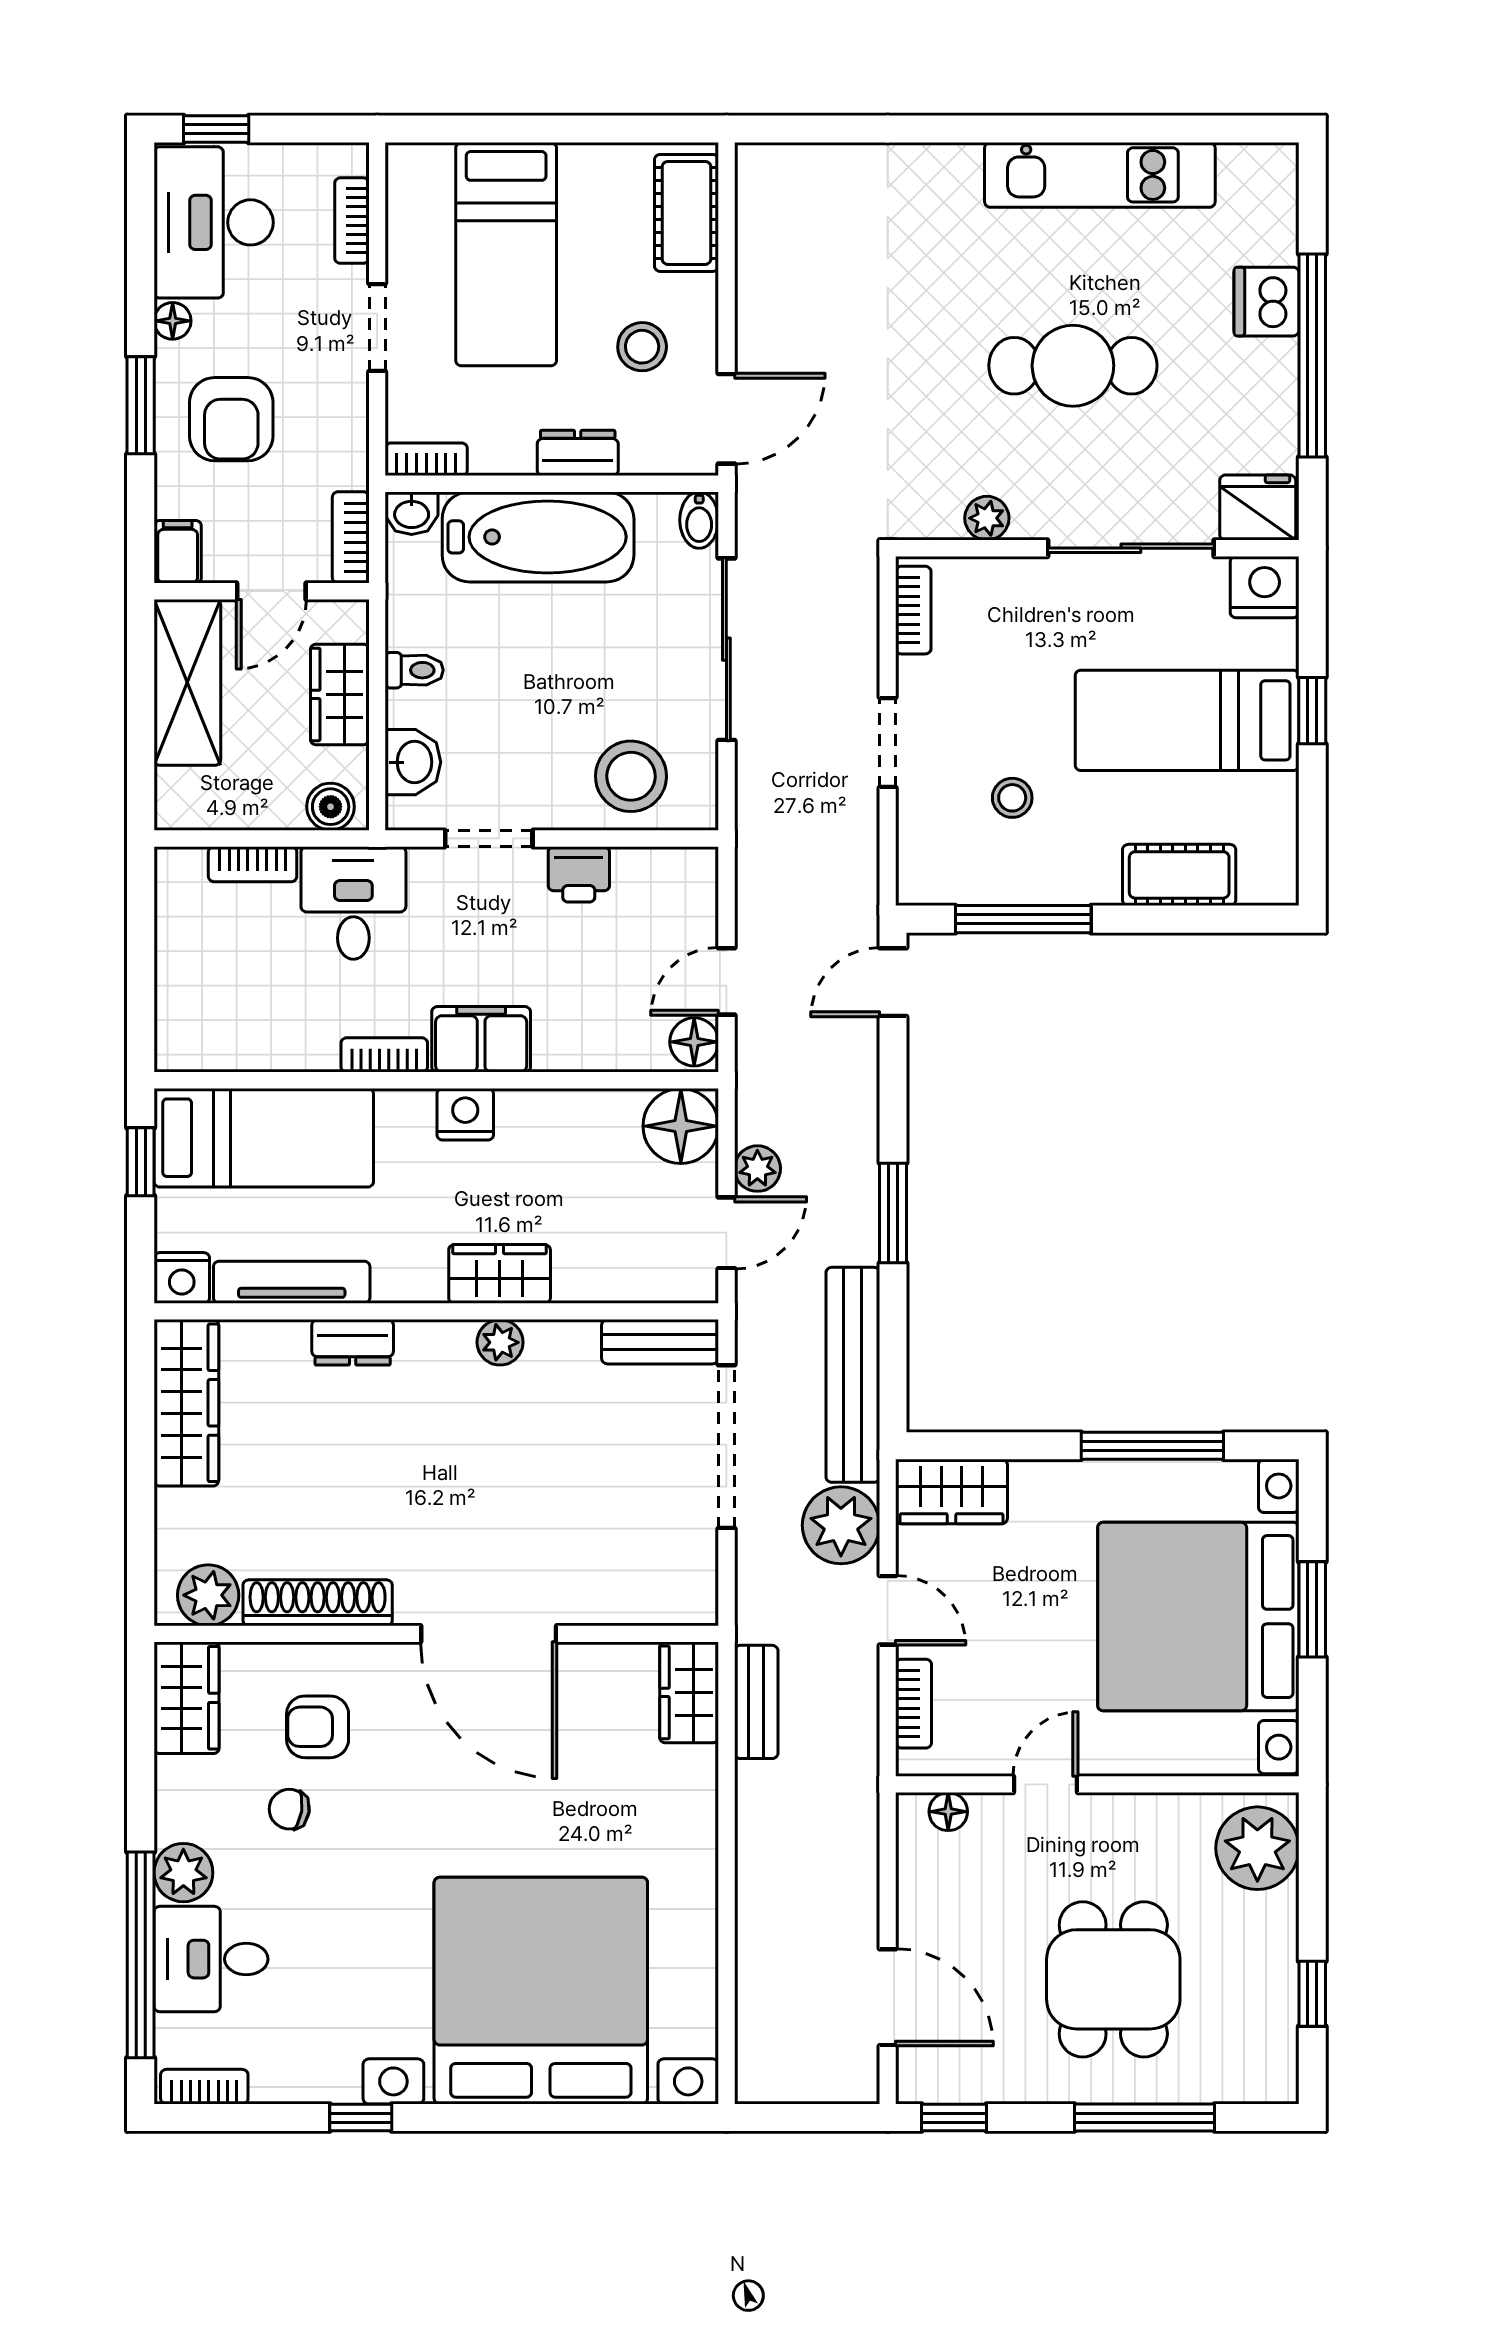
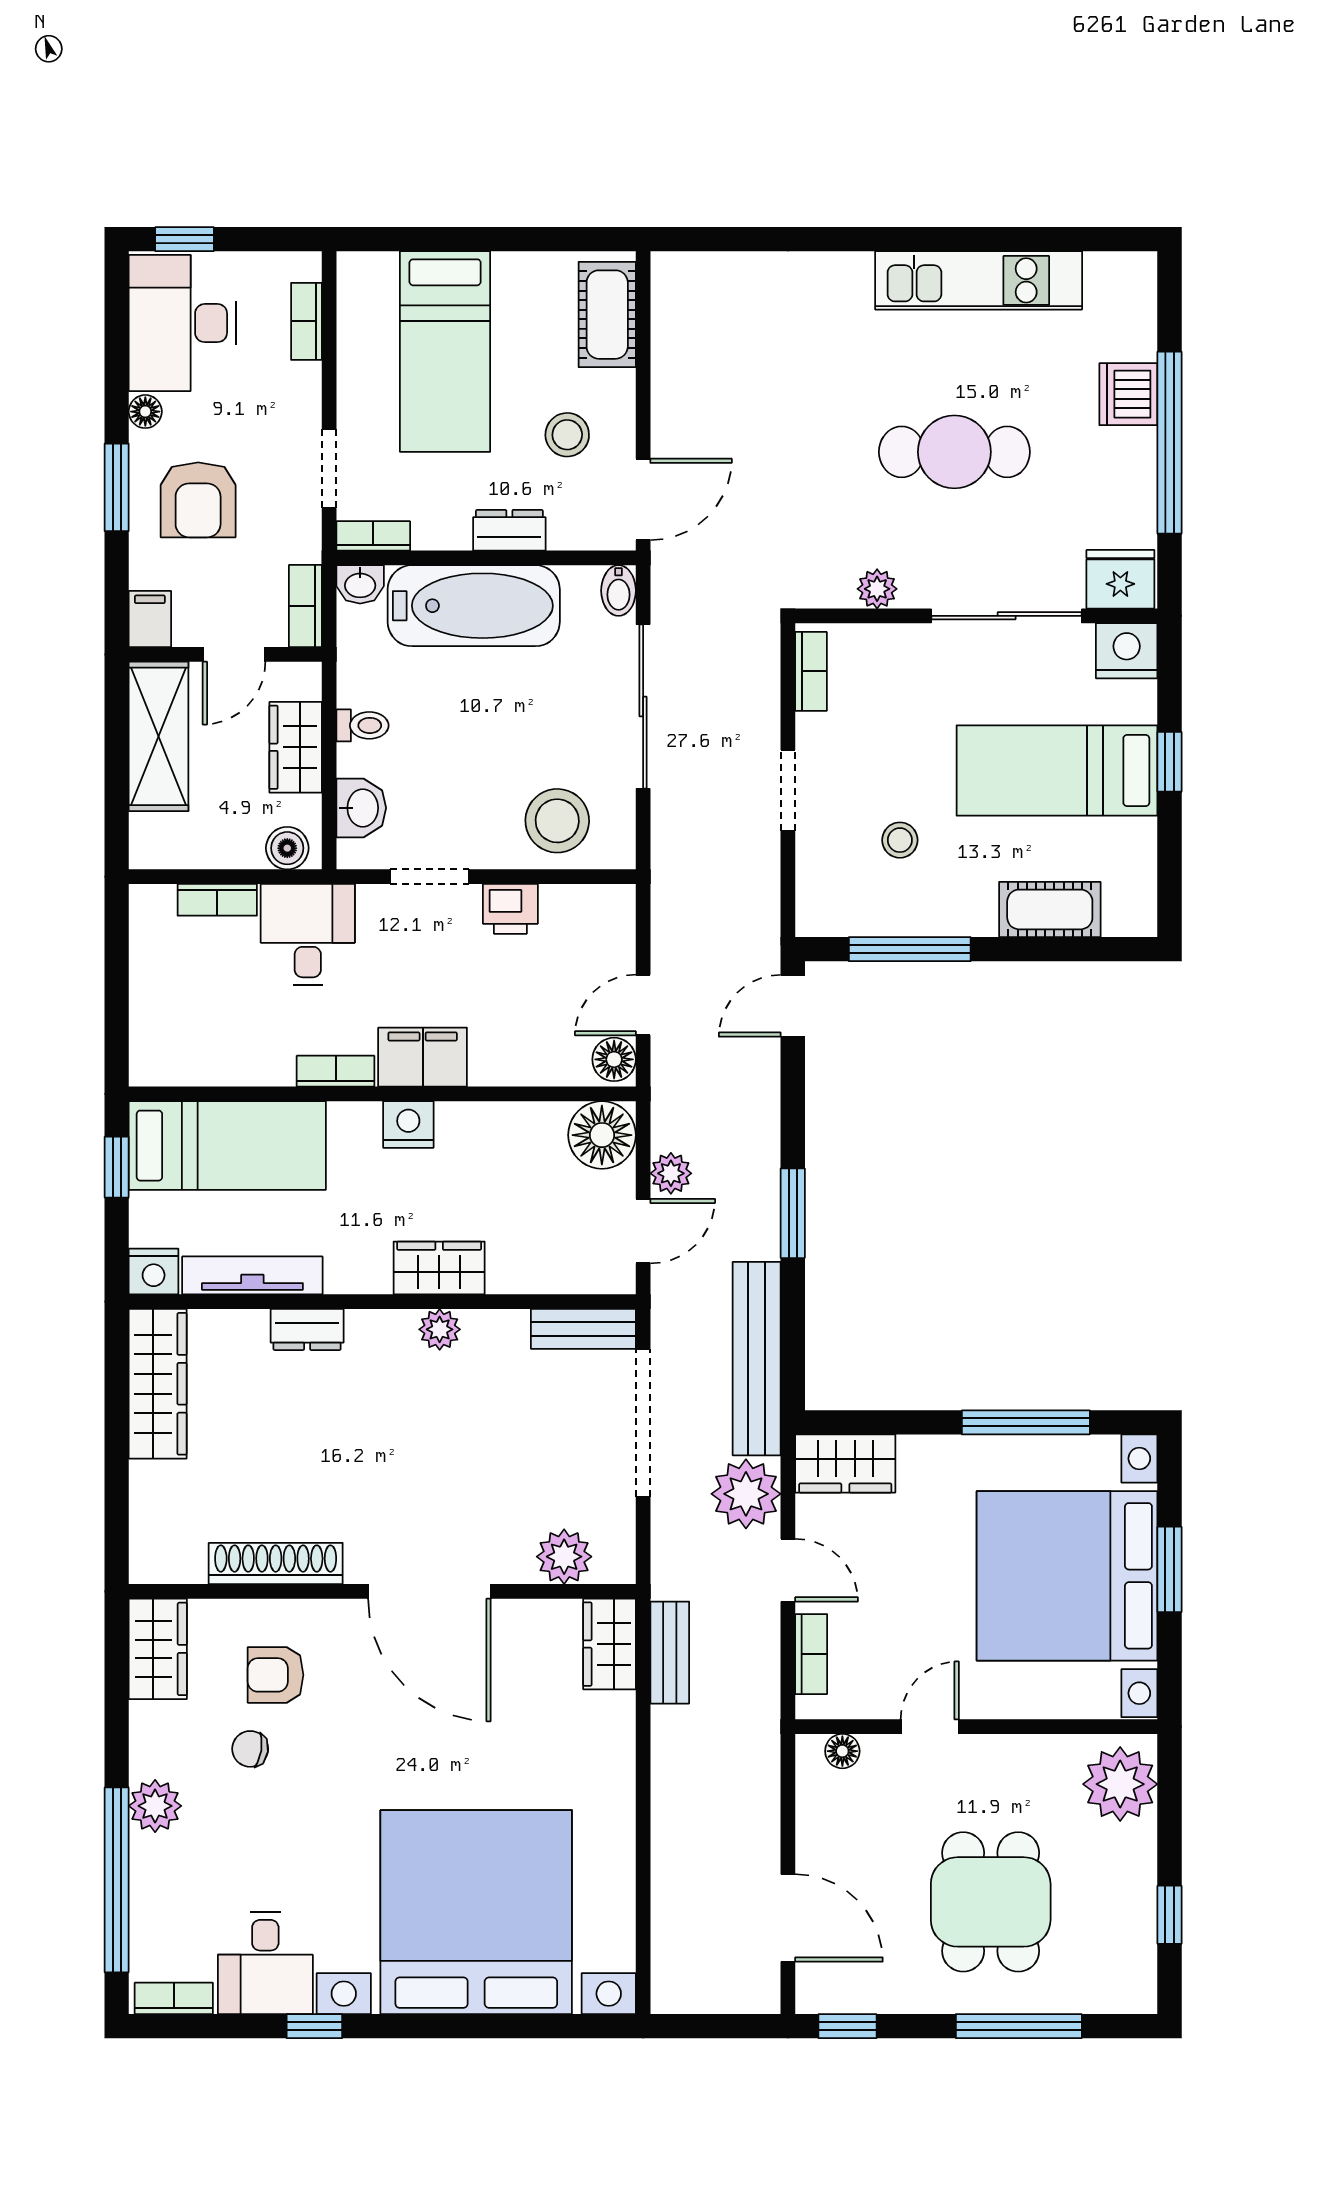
doorway: (377, 327) -> (329, 469), moved
plant: (208, 1595) -> (564, 1557), moved
desk: (211, 1959) -> (265, 1963), moved, turned -90

